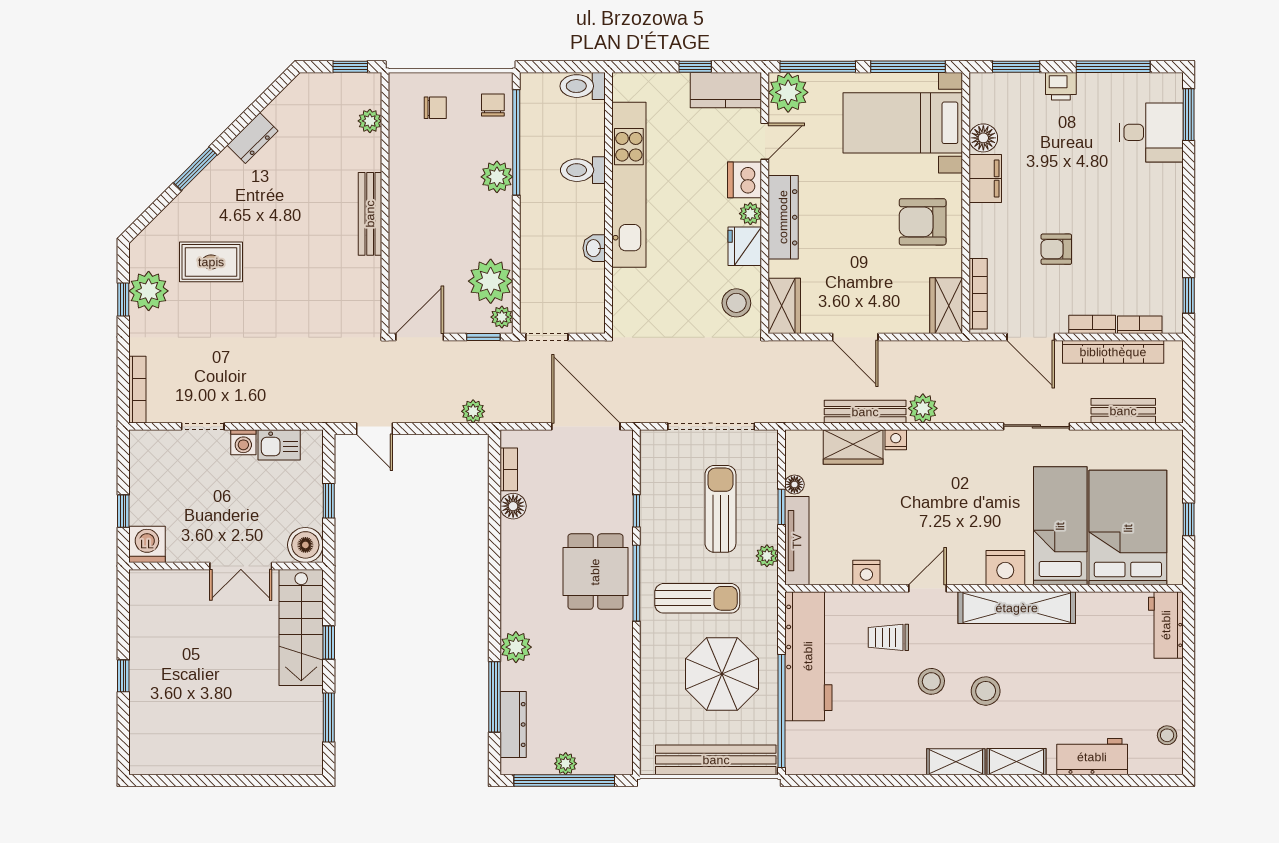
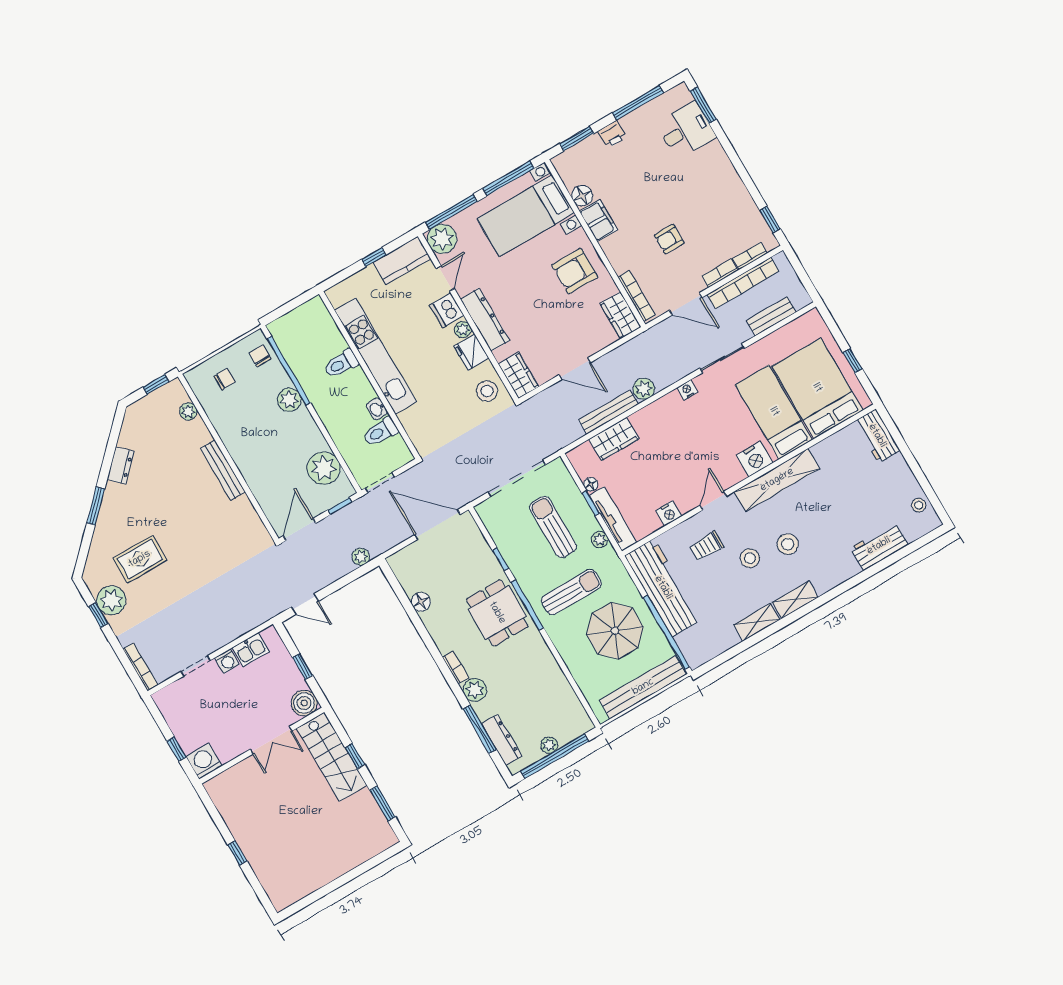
toilet: (583, 86) -> (381, 432), moved
plant: (502, 317) -> (344, 487), removed
nightstand: (896, 440) -> (687, 390), moved
bookcase: (509, 469) -> (456, 668), moved
shelving: (1017, 762) -> (757, 622), moved

